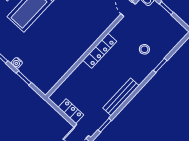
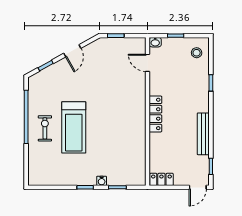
stool: (144, 49) -> (197, 53), moved
locker: (71, 111) -> (161, 179), moved

